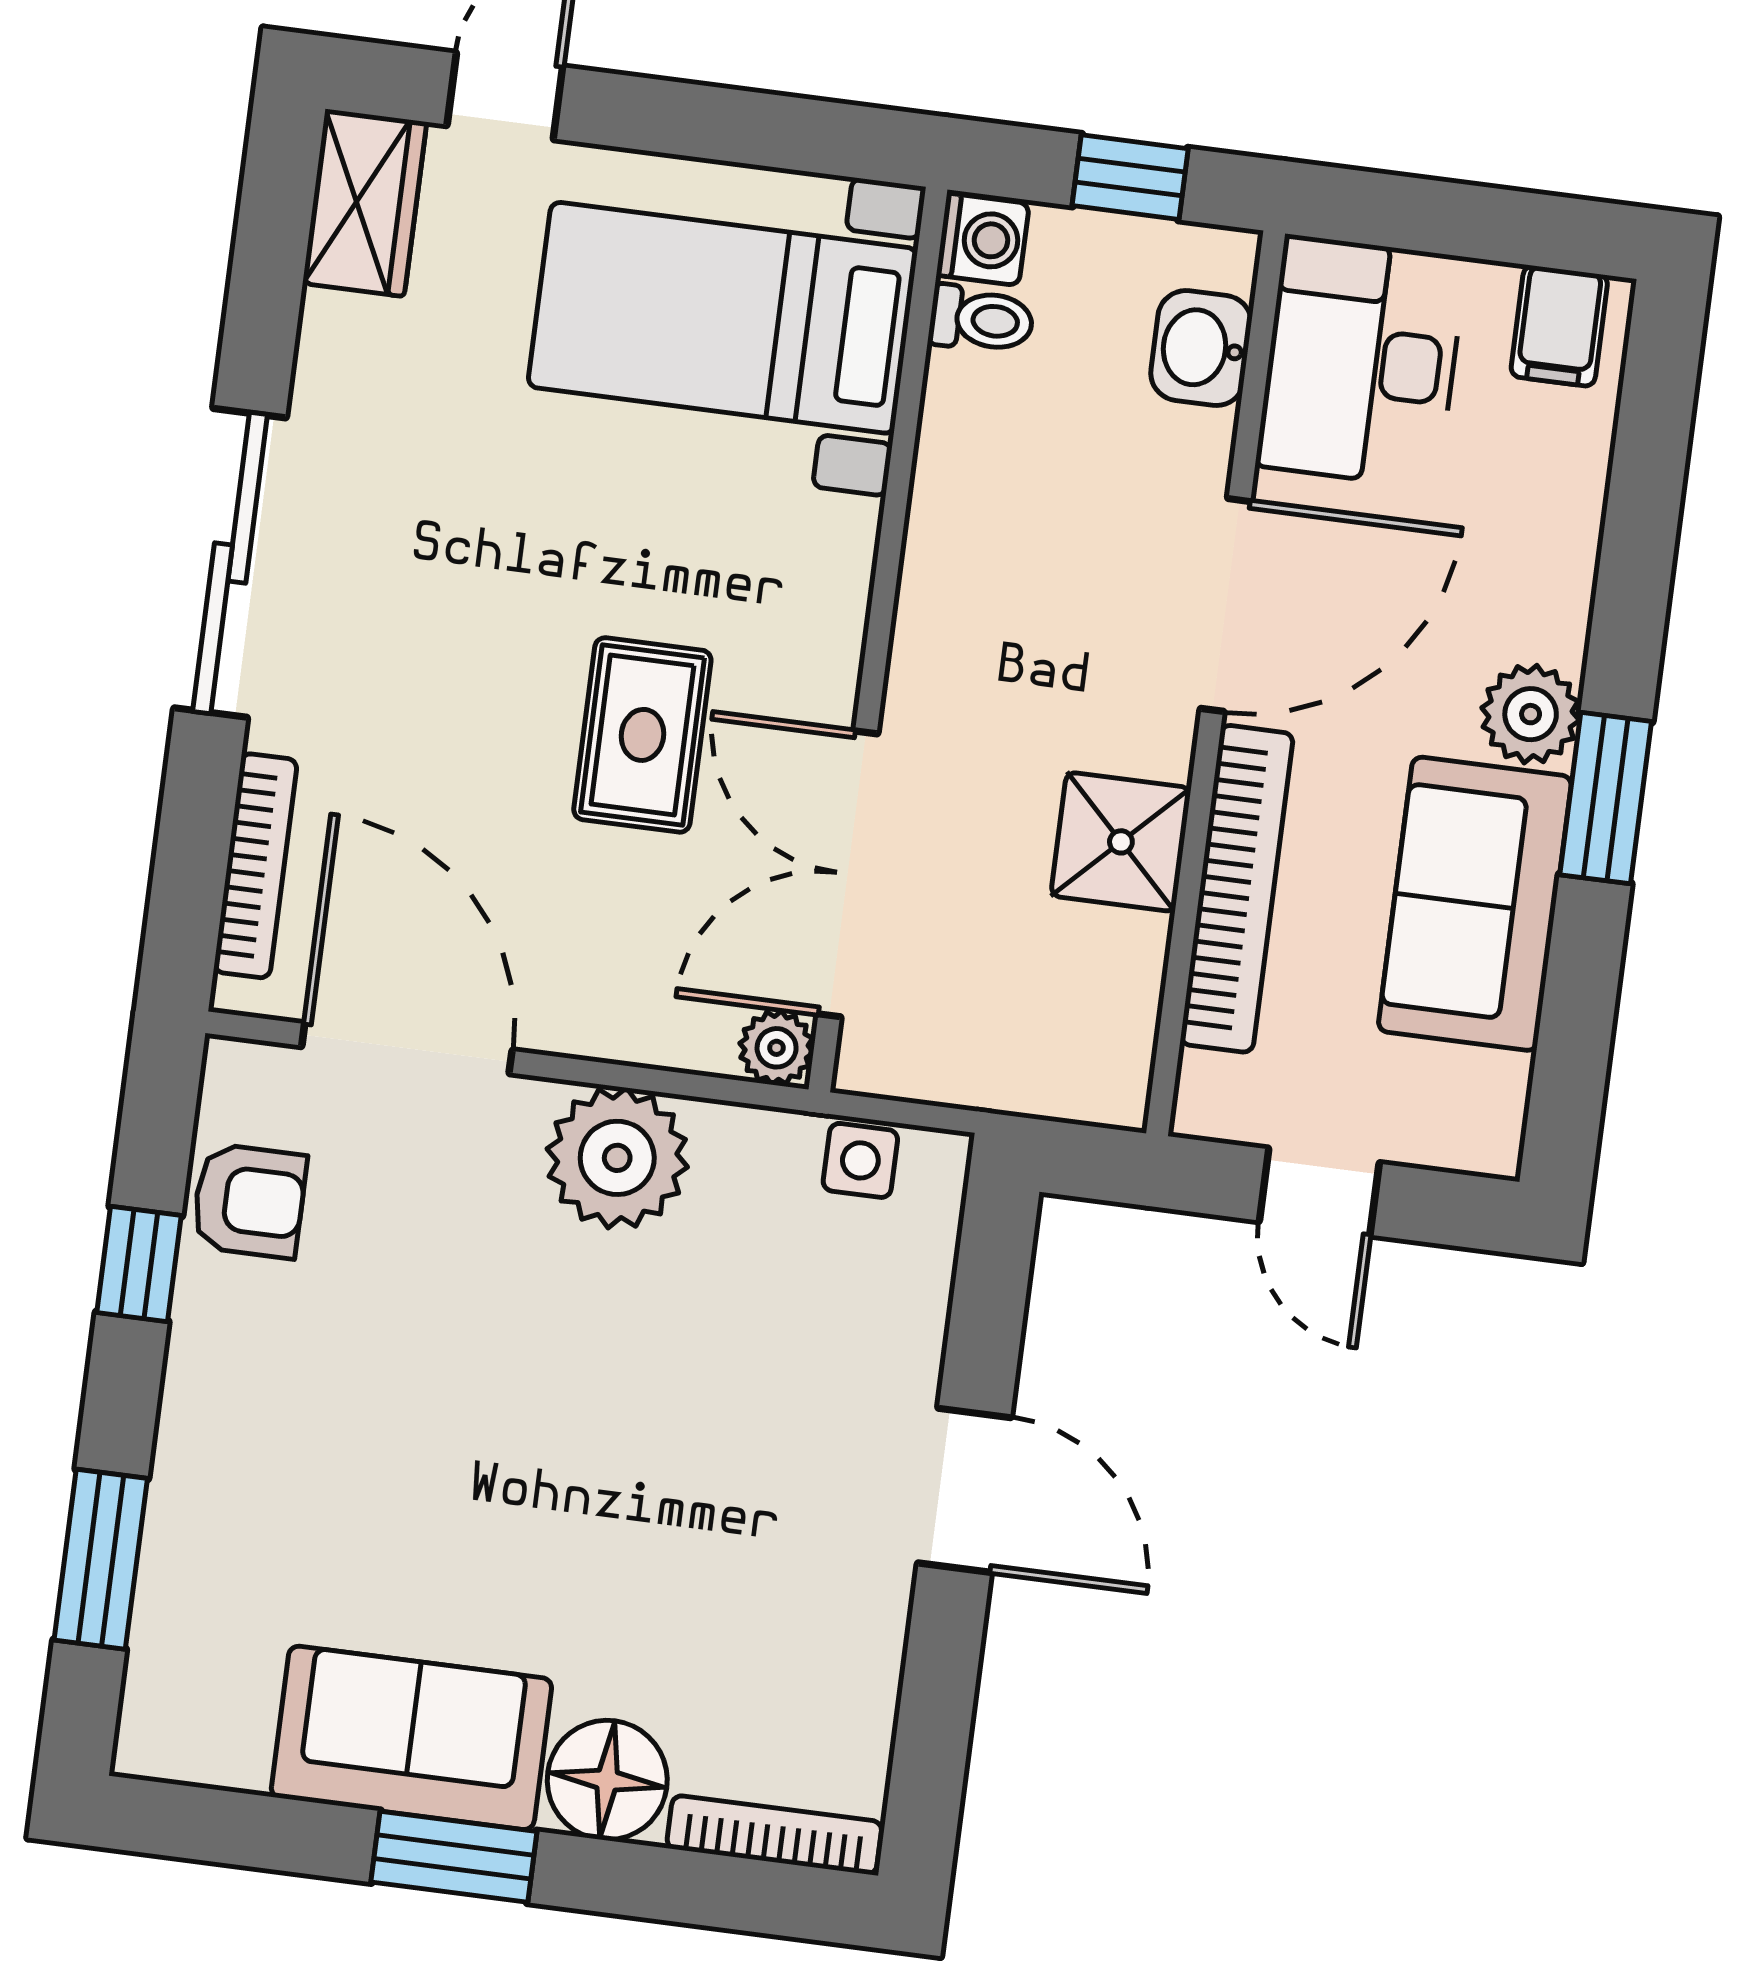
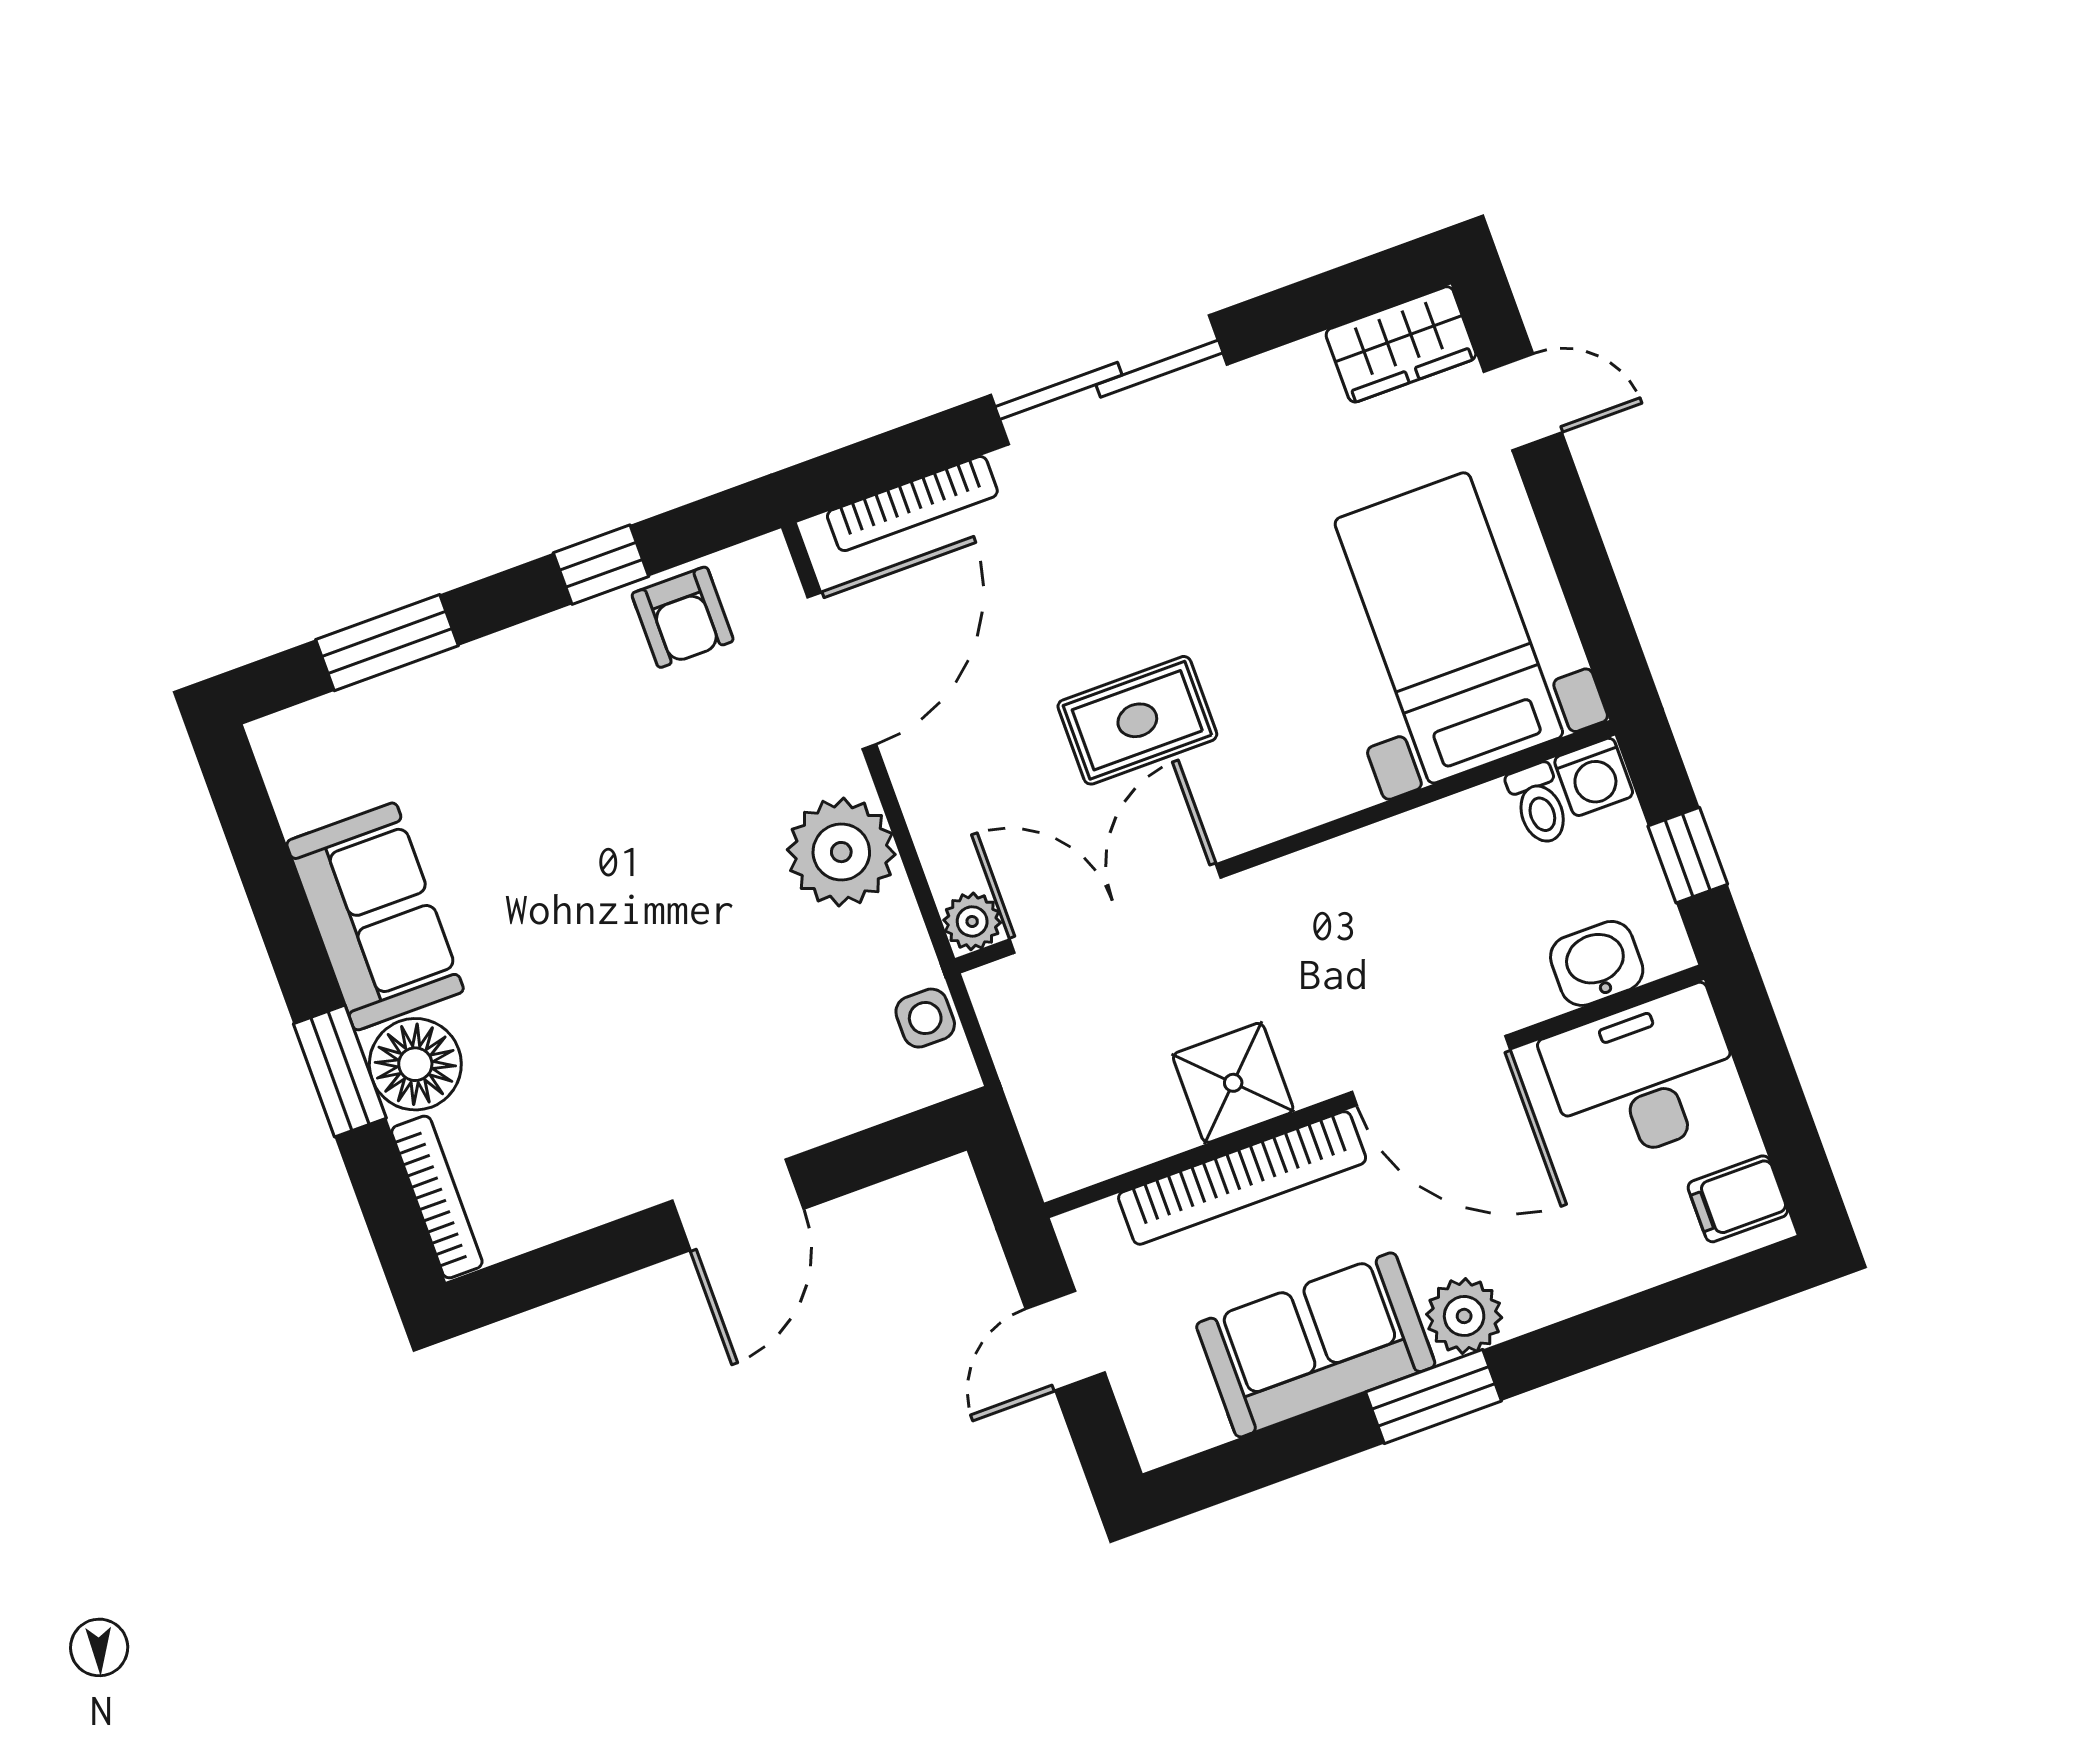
window: (454, 1857) -> (340, 1071), moved

